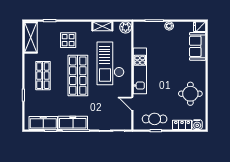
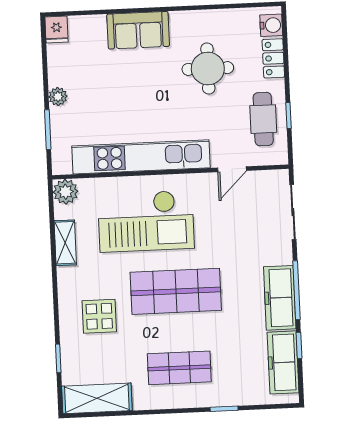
sofa: (198, 46) -> (138, 30), moved
kitchen unit: (140, 71) -> (141, 157), width x1.36
round table: (190, 94) -> (208, 69), moved

